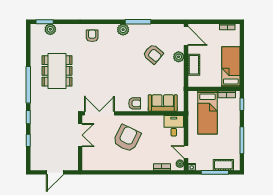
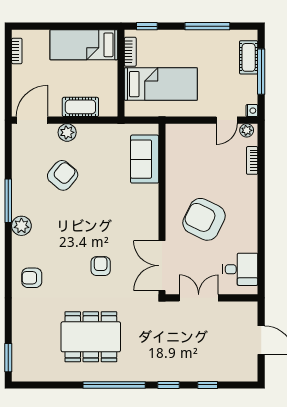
plant: (50, 29) -> (21, 348), removed
armchair: (135, 103) -> (101, 266), moved
desk: (174, 126) -> (240, 269), moved, turned 180

